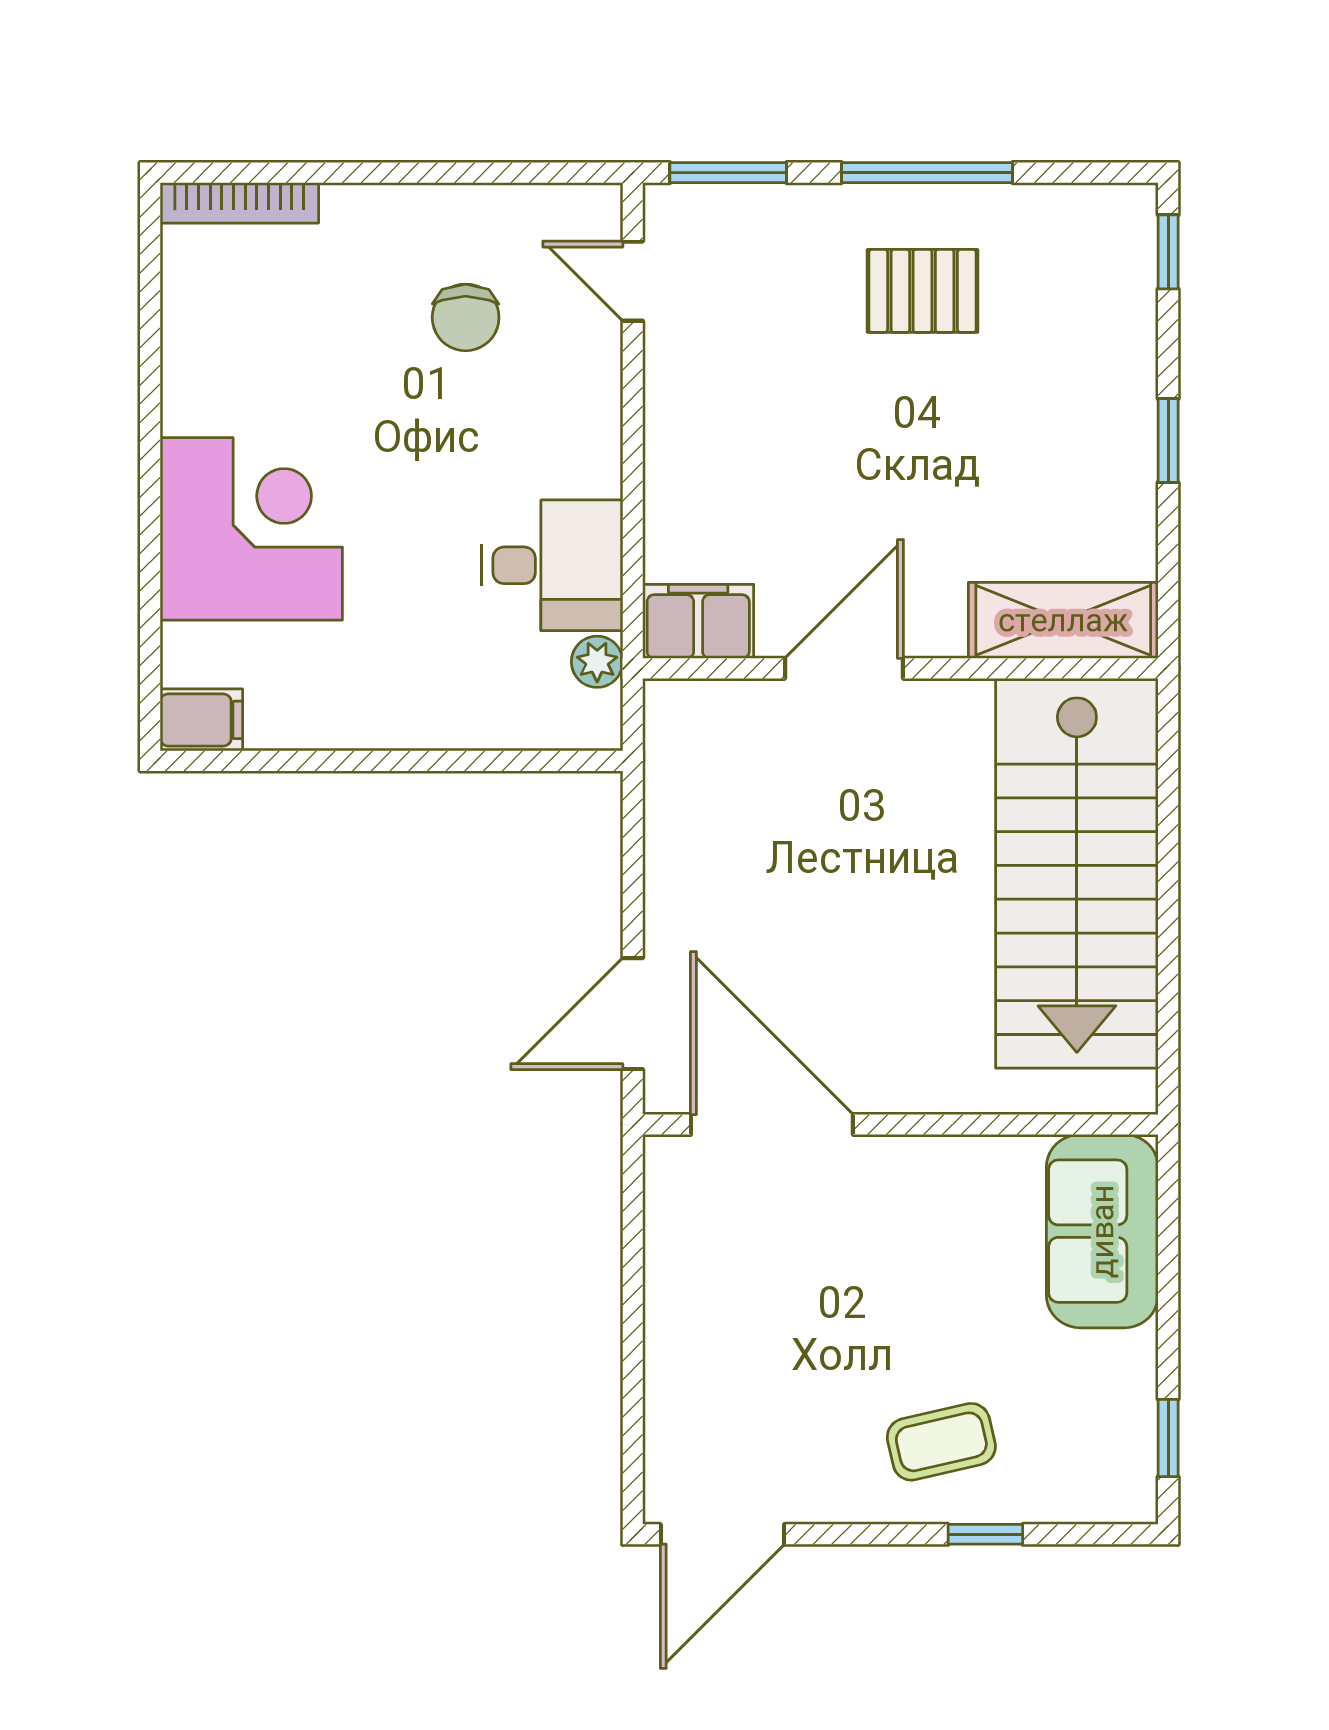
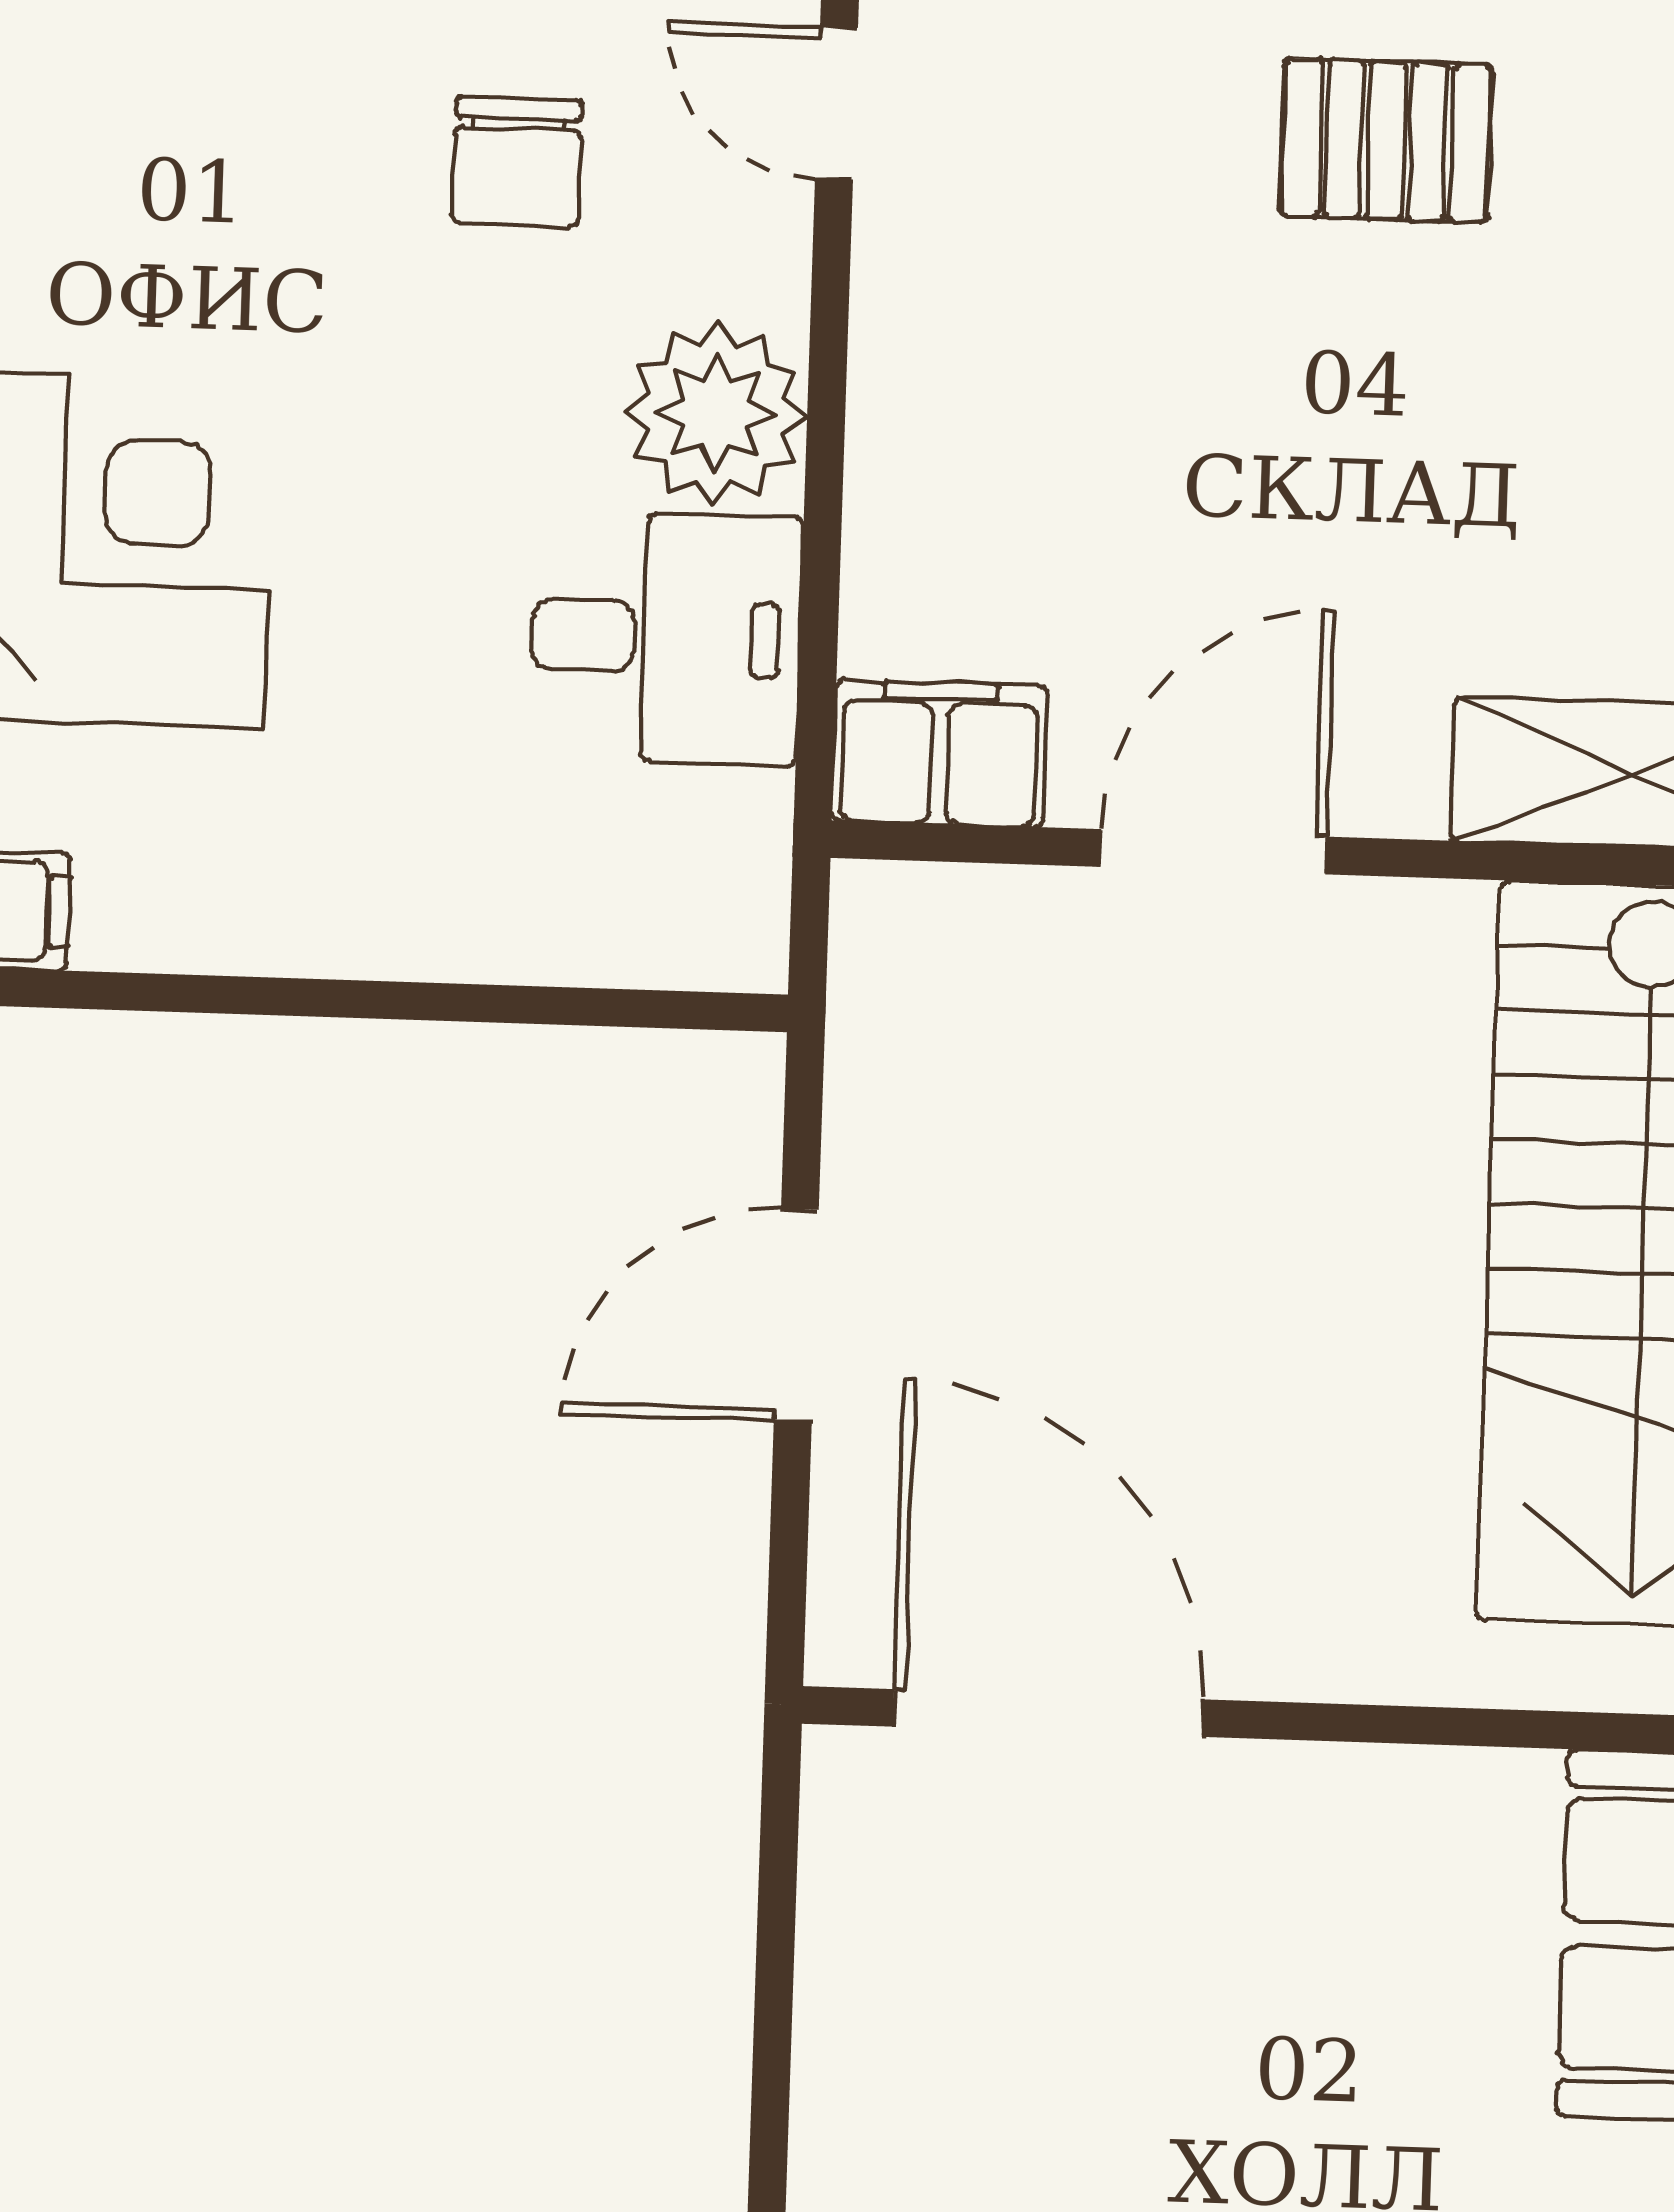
plant: (597, 662) -> (716, 413), moved, width x1.88, depth x1.88
door: (633, 1014) -> (796, 1316), moved

